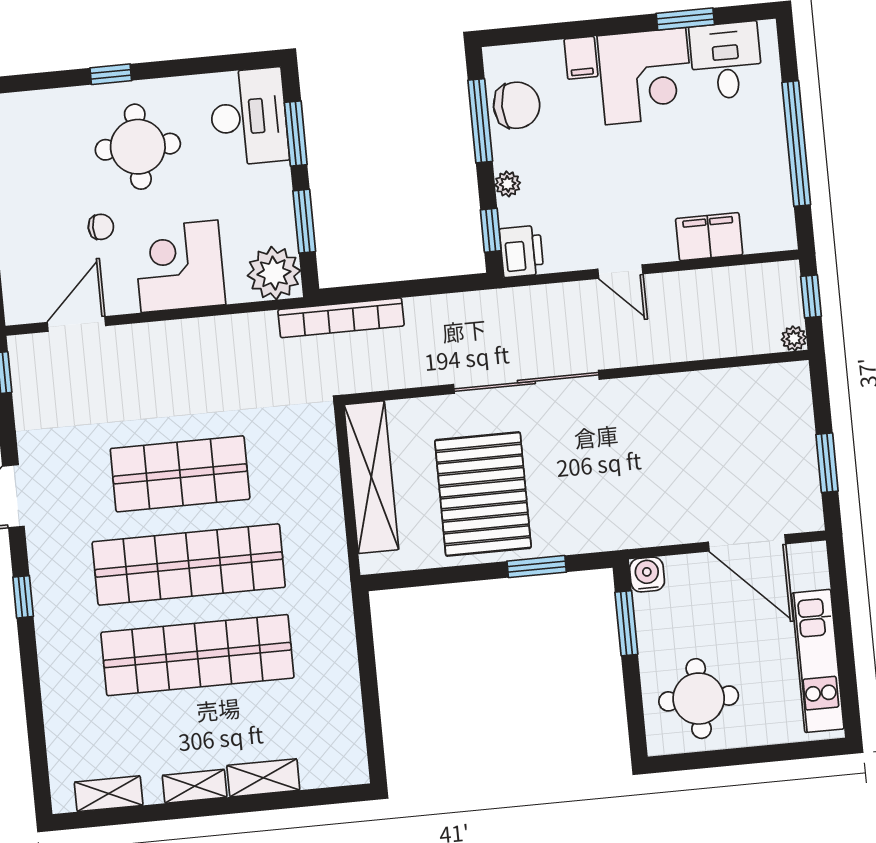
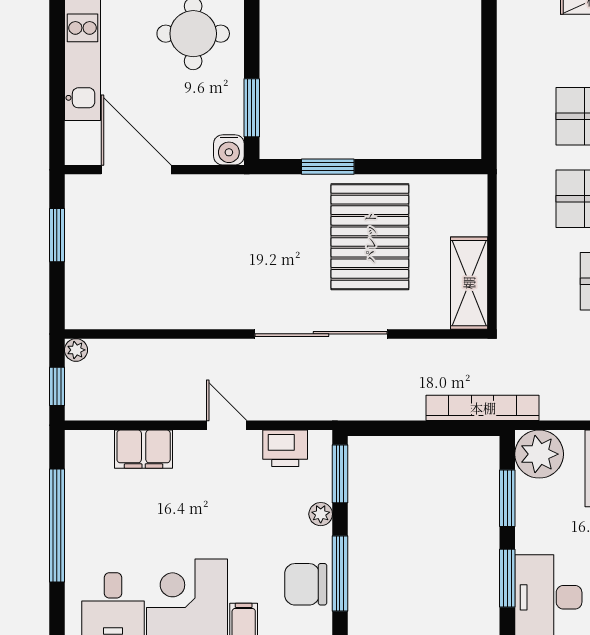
window: (491, 230) -> (340, 474), width x1.50
printer: (522, 251) -> (285, 448), moved, turned -90
shelving: (371, 477) -> (469, 283), width x0.68

